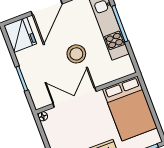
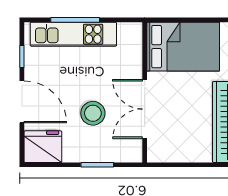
stool: (76, 54) -> (93, 113), moved
floor lamp: (43, 116) -> (153, 156), removed

